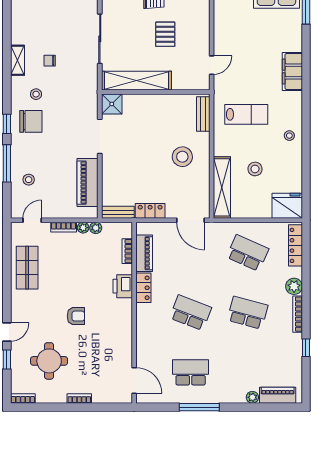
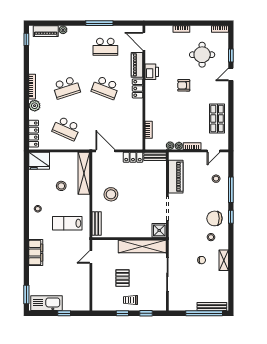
piano: (144, 253) -> (137, 65), moved
printer: (123, 286) -> (152, 72), moved
locker: (143, 288) -> (138, 88), moved
school desk: (248, 313) -> (66, 88), turned -33
window: (306, 348) -> (26, 39), moved

